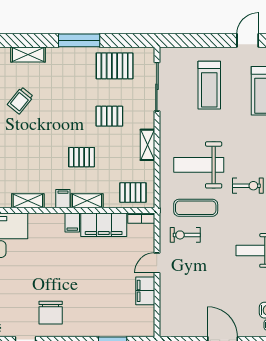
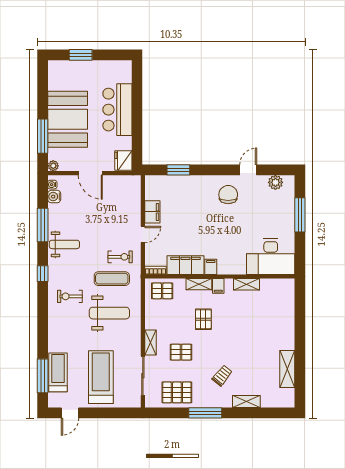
treadmill: (209, 85) -> (101, 377), width x1.37, depth x1.38
trolley: (20, 100) -> (222, 376), moved
shelving: (147, 145) -> (150, 343), moved
pallet: (82, 157) -> (203, 319), turned 90

